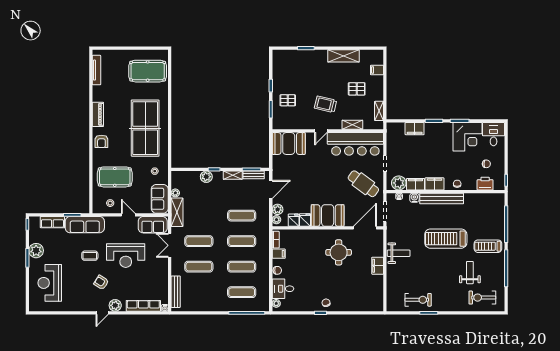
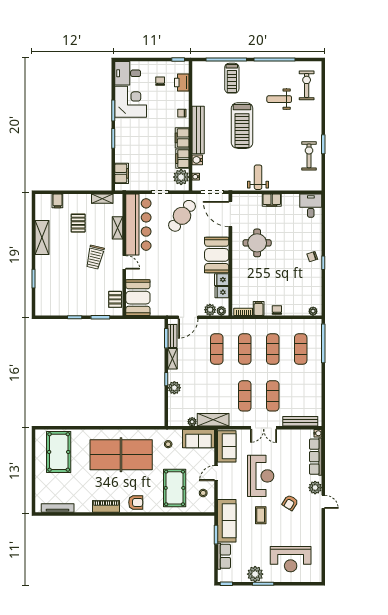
pallet: (288, 100) -> (115, 299), moved
filing cabinet: (415, 129) -> (122, 173), moved
door: (271, 189) -> (188, 317), swing flipped
double door: (170, 245) -> (264, 428), moved
treadmill: (488, 246) -> (232, 78), moved
desk: (283, 289) -> (311, 206), moved, turned 180
exercise bike: (482, 298) -> (307, 85), turned 180

